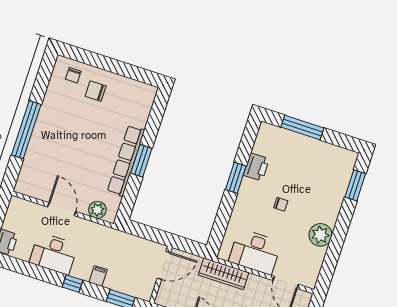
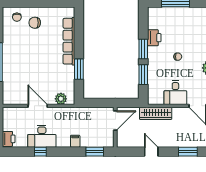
row of seats: (126, 161) -> (69, 41), moved
window: (141, 161) -> (79, 69), moved
window: (224, 214) -> (143, 75), added
desk: (255, 252) -> (175, 93), width x0.73
window: (72, 284) -> (40, 152), moved

